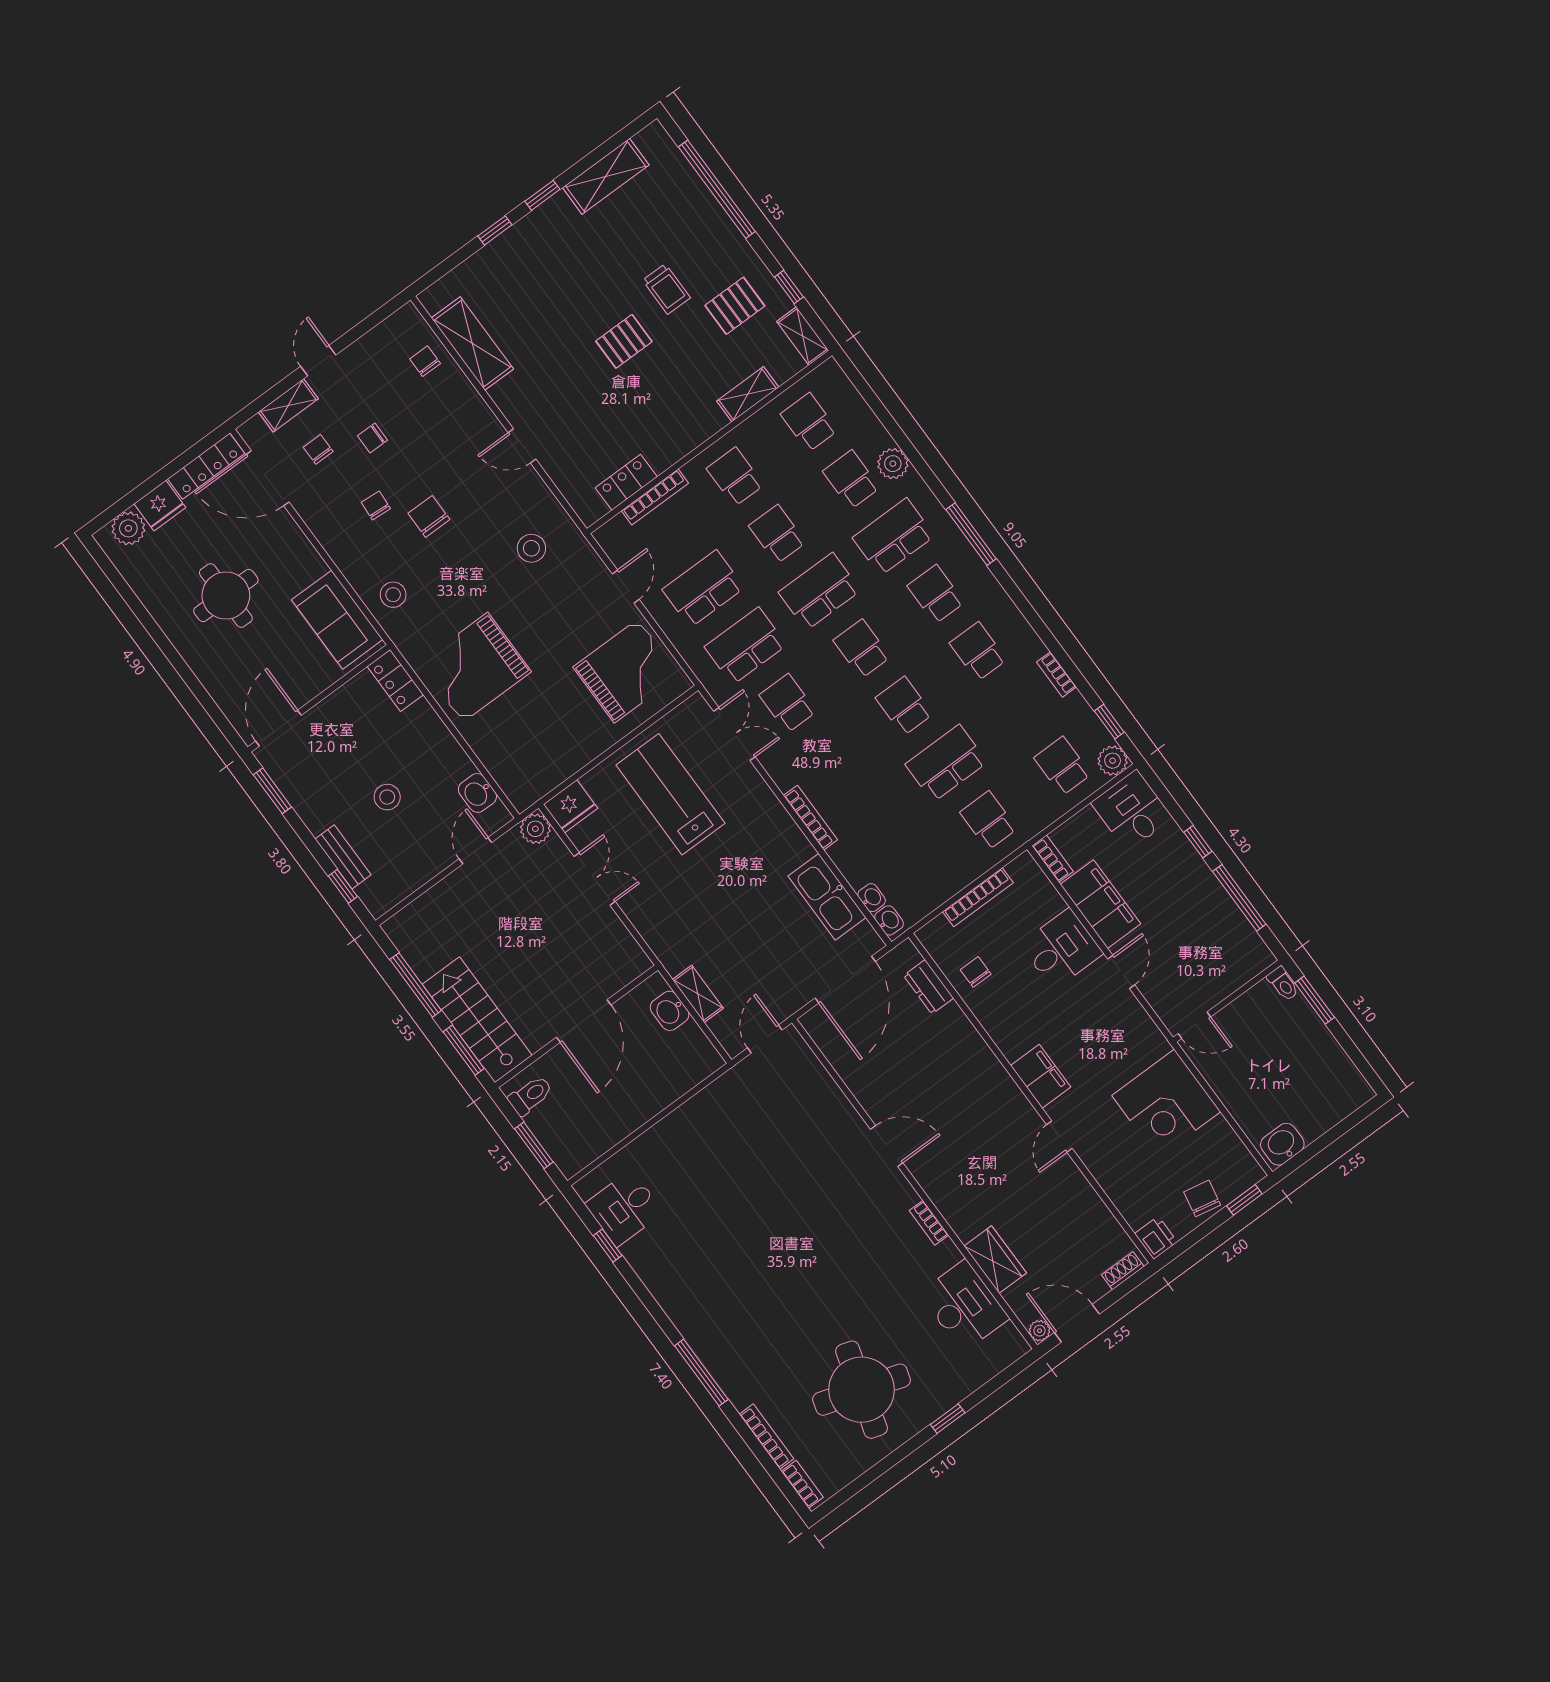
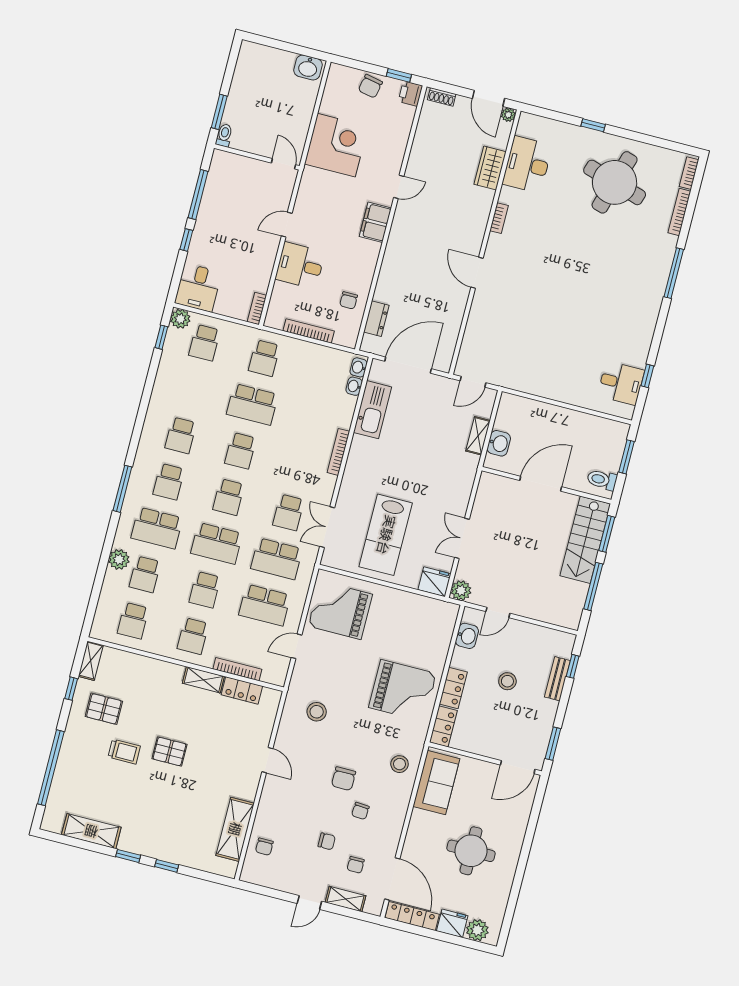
trolley: (666, 289) -> (124, 752), turned 90
shelving: (748, 394) -> (203, 680), moved
bookcase: (1057, 674) -> (159, 385), removed
locker: (430, 728) -> (453, 688), added
filing cabinet: (1100, 904) -> (260, 264), removed
window: (1244, 1200) -> (399, 75), moved

